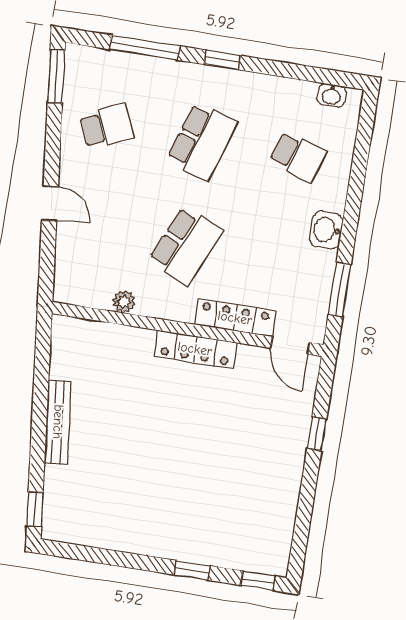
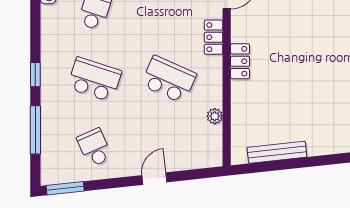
locker: (235, 318) -> (214, 37), width x0.66
locker: (195, 349) -> (240, 61), width x0.66
bench: (58, 422) -> (277, 152), moved

